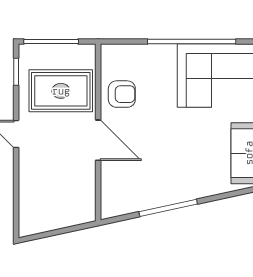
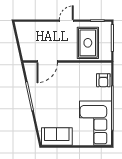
armchair: (122, 94) -> (103, 80), moved
door: (98, 140) -> (47, 61), moved

